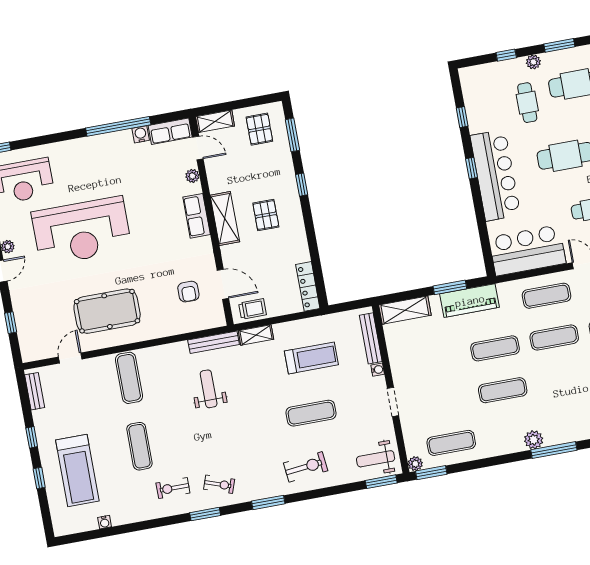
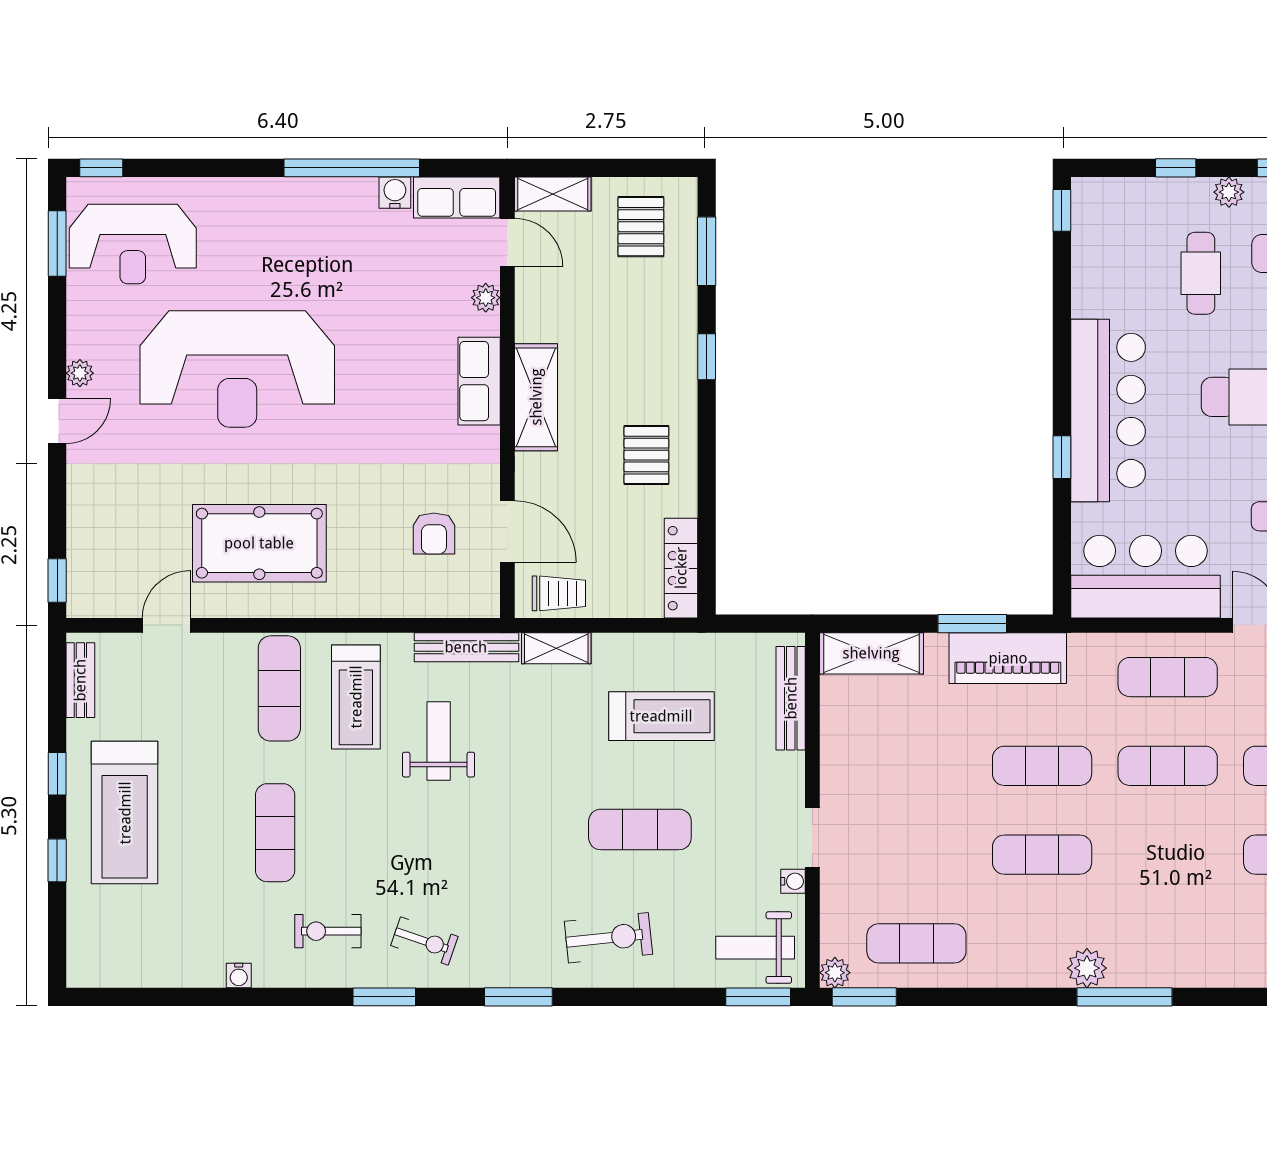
window: (462, 117) -> (1062, 210), moved
window: (472, 168) -> (1062, 457), moved
pallet: (266, 215) -> (646, 455), moved
window: (11, 323) -> (57, 581), moved
water cooler: (378, 370) -> (793, 881), moved
treadmill: (166, 375) -> (356, 697), added
treadmill: (77, 471) -> (125, 813), moved
water cooler: (105, 522) -> (239, 975), moved

